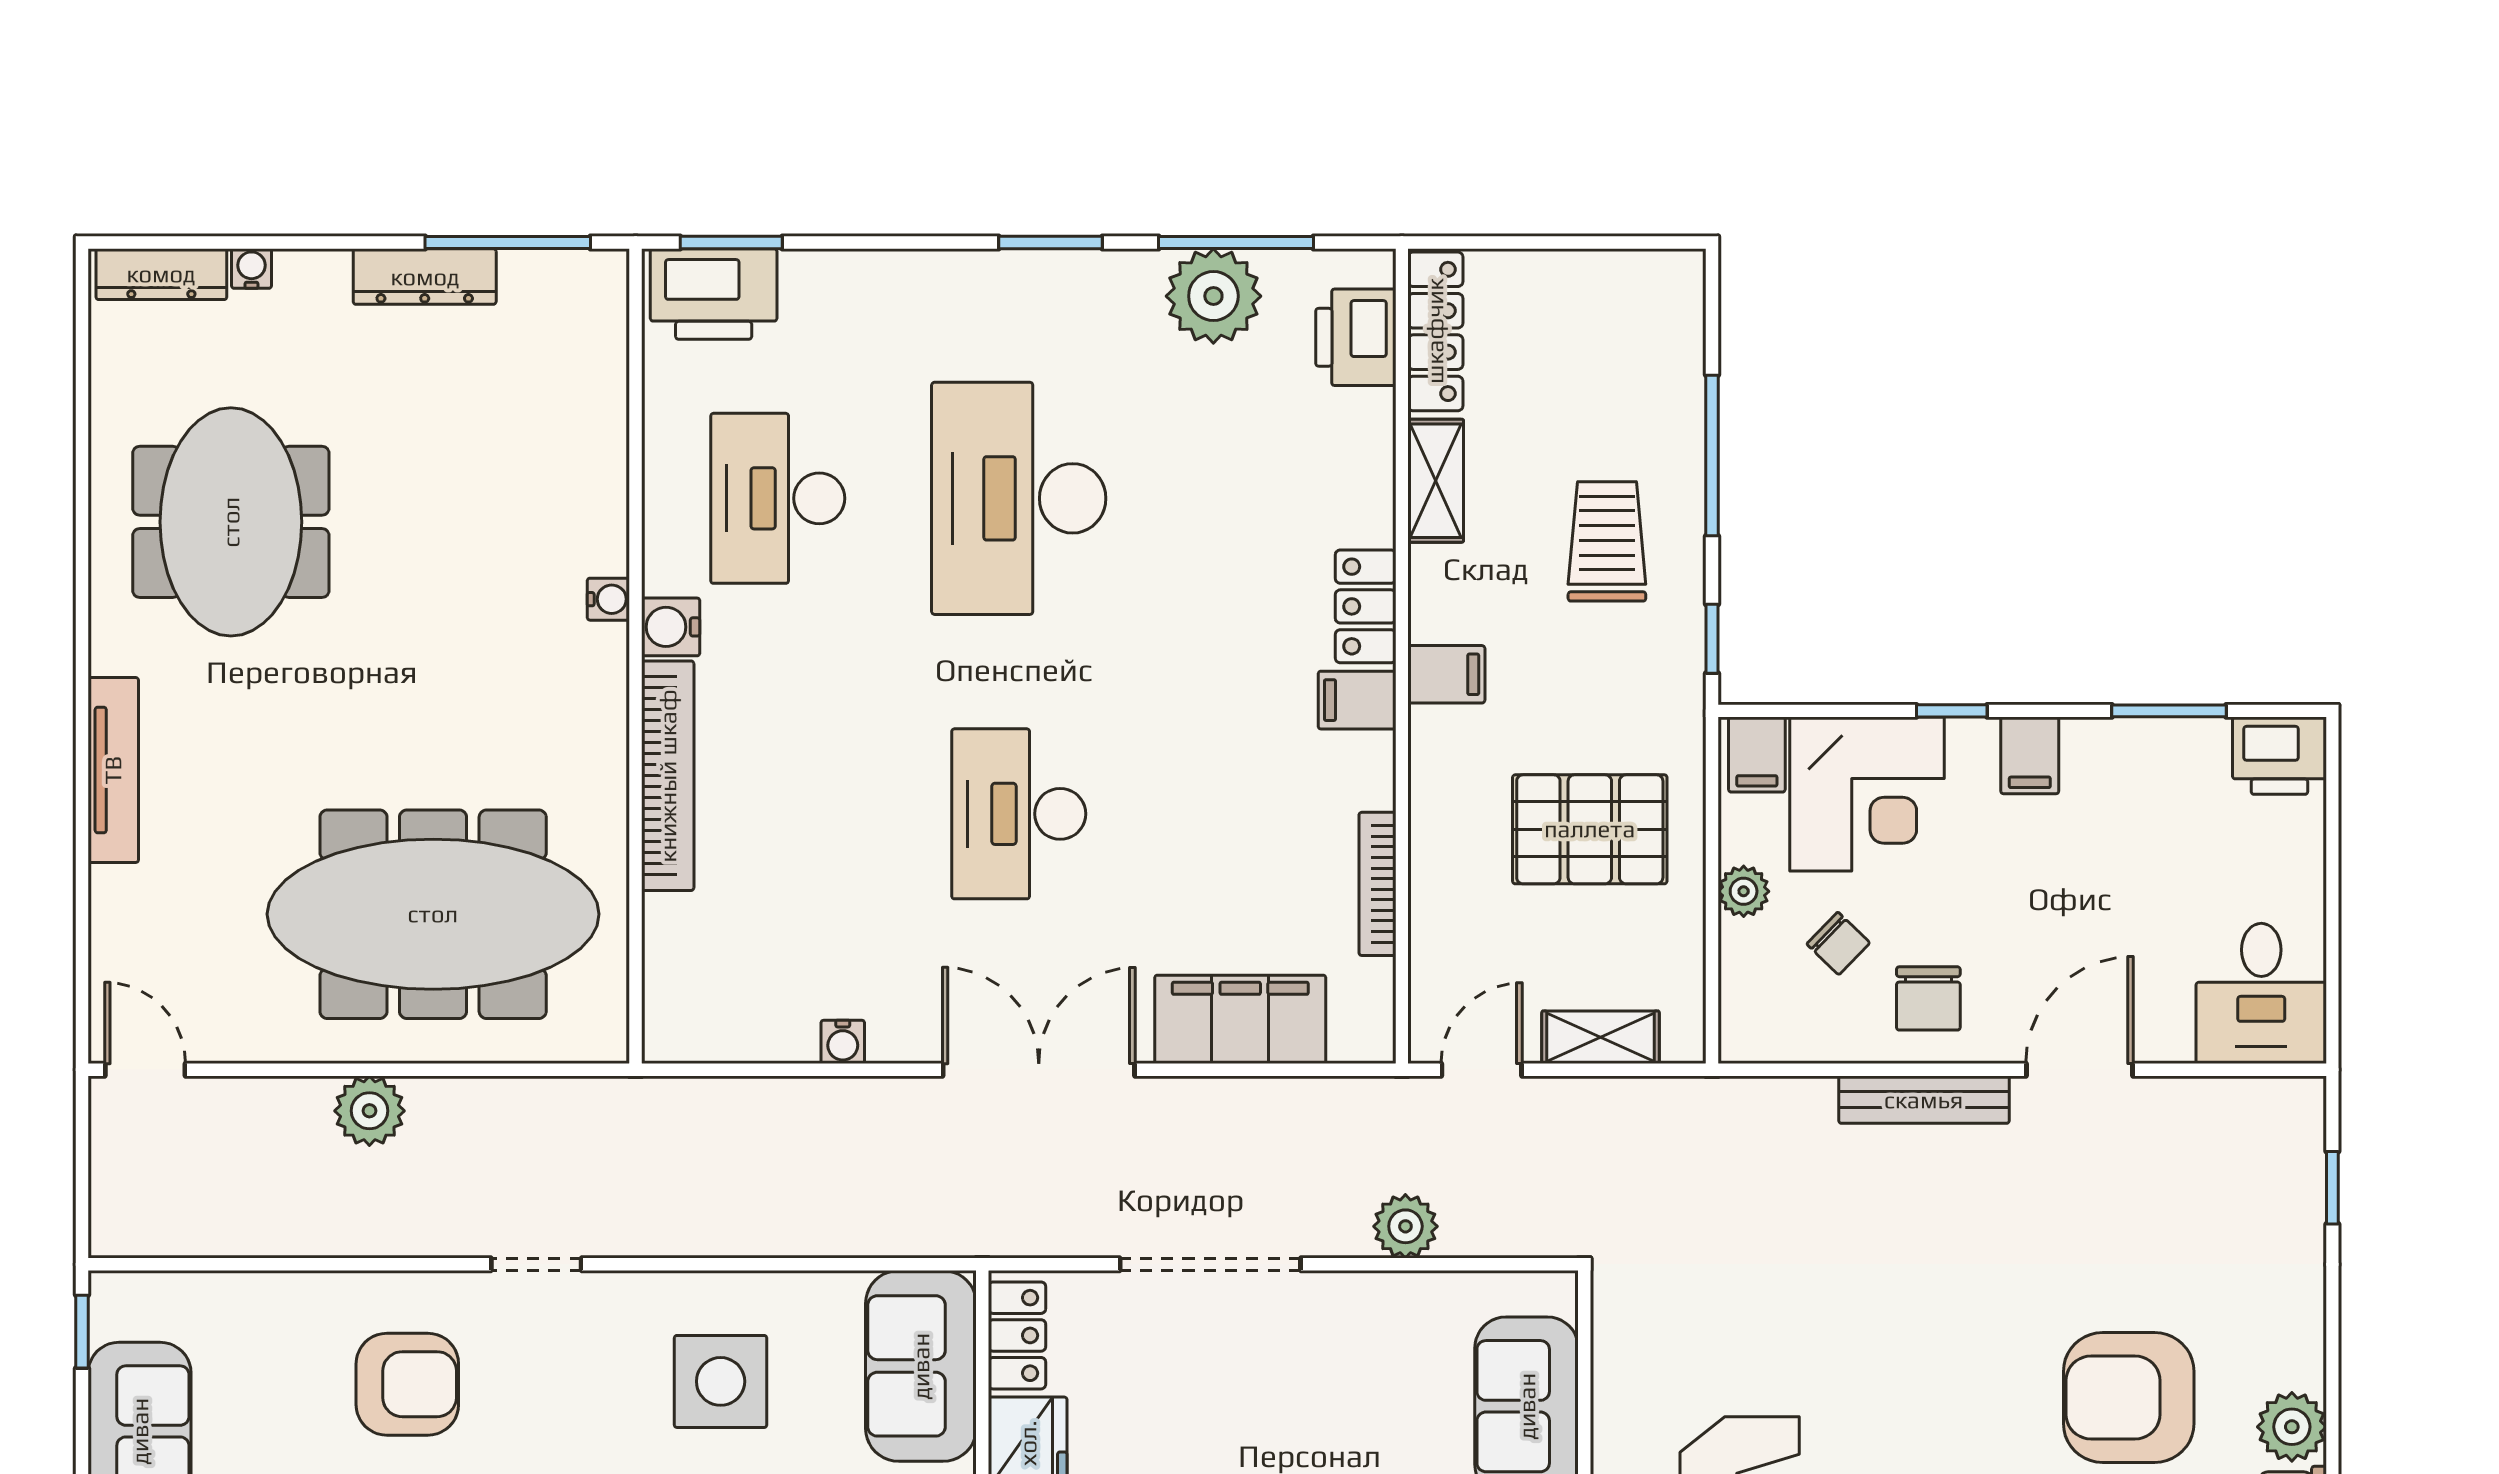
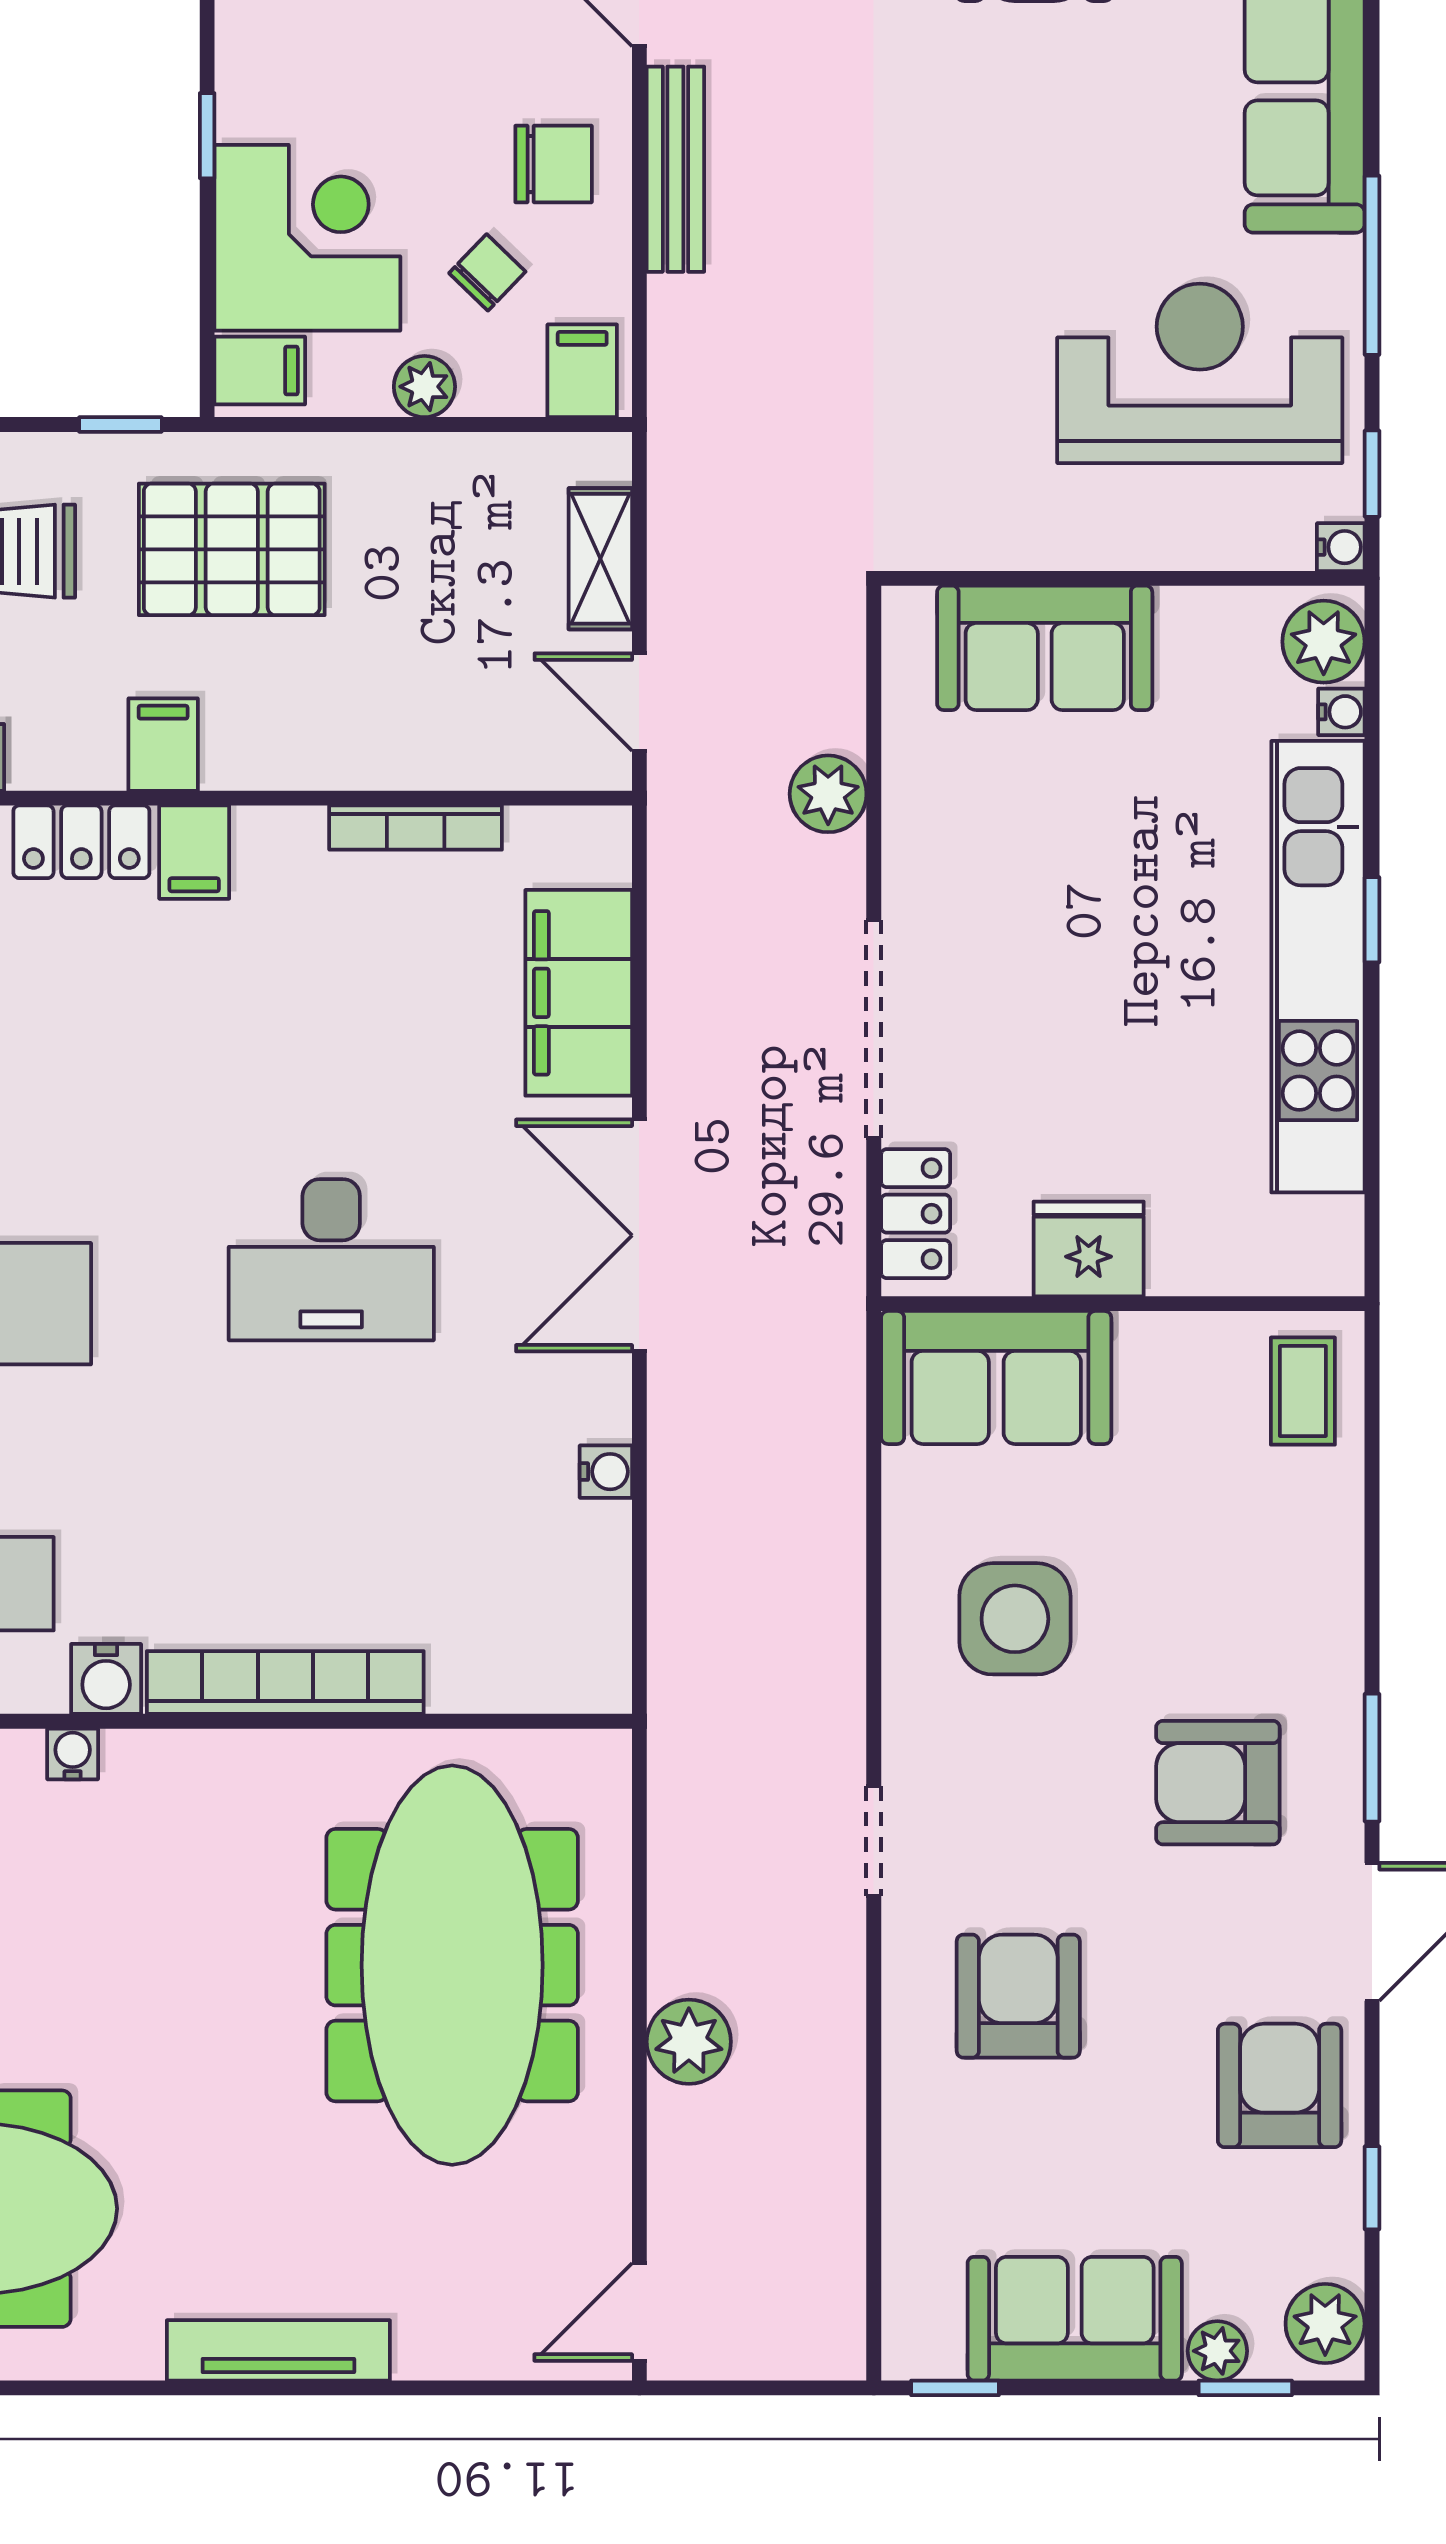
filing cabinet: (2030, 755) -> (582, 371), moved, turned -90
pallet: (1590, 829) -> (232, 549), moved, turned 90
locker: (1017, 1335) -> (916, 1214), moved, turned 90

